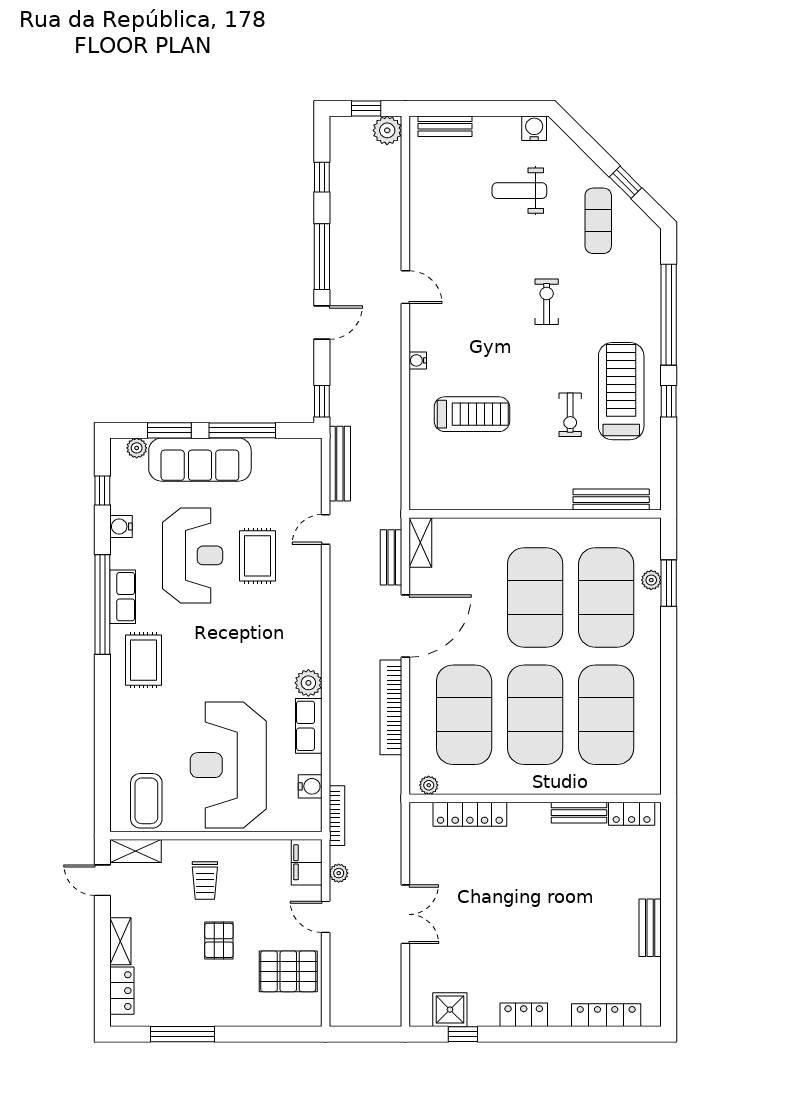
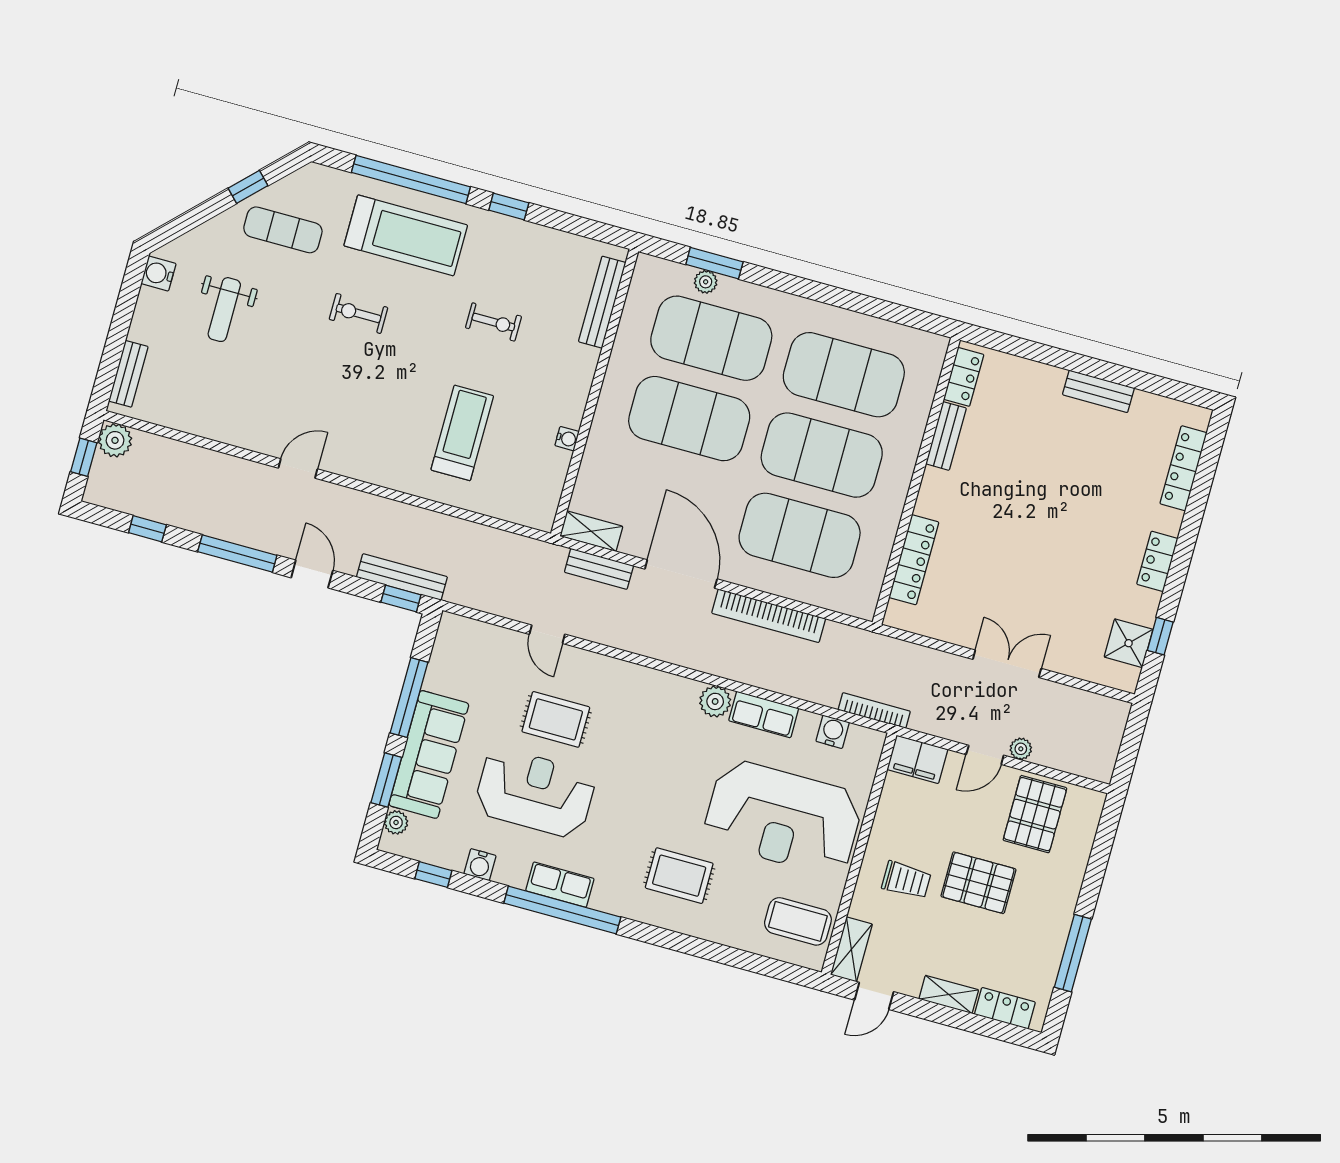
water cooler: (418, 360) -> (567, 439), moved, turned -90
treadmill: (621, 391) -> (406, 235), moved, turned 180
bench: (340, 464) -> (402, 577), moved
rug: (143, 660) -> (679, 876), moved
plant: (429, 785) -> (868, 597), removed
plant: (339, 873) -> (1021, 749), moved
pallet: (219, 940) -> (978, 883), width x1.50, depth x1.42

